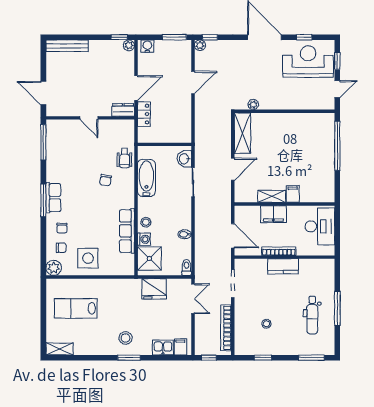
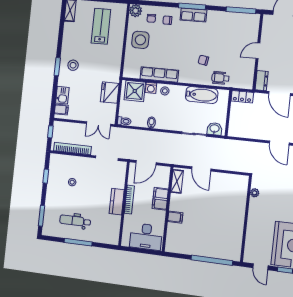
locker: (144, 114) -> (242, 97), moved
shelving: (243, 133) -> (231, 181), removed
shelving: (272, 196) -> (177, 181), moved

